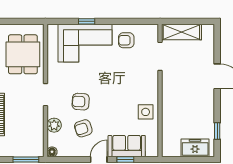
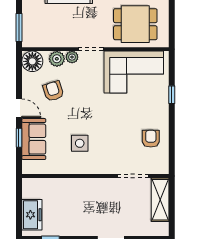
corner sofa: (85, 43) -> (134, 72), moved, turned -90
armchair: (81, 102) -> (83, 88), removed
plant: (53, 111) -> (72, 57), added
side table: (146, 112) -> (80, 143), moved
floor lamp: (52, 152) -> (32, 61), width x1.89, depth x1.89

